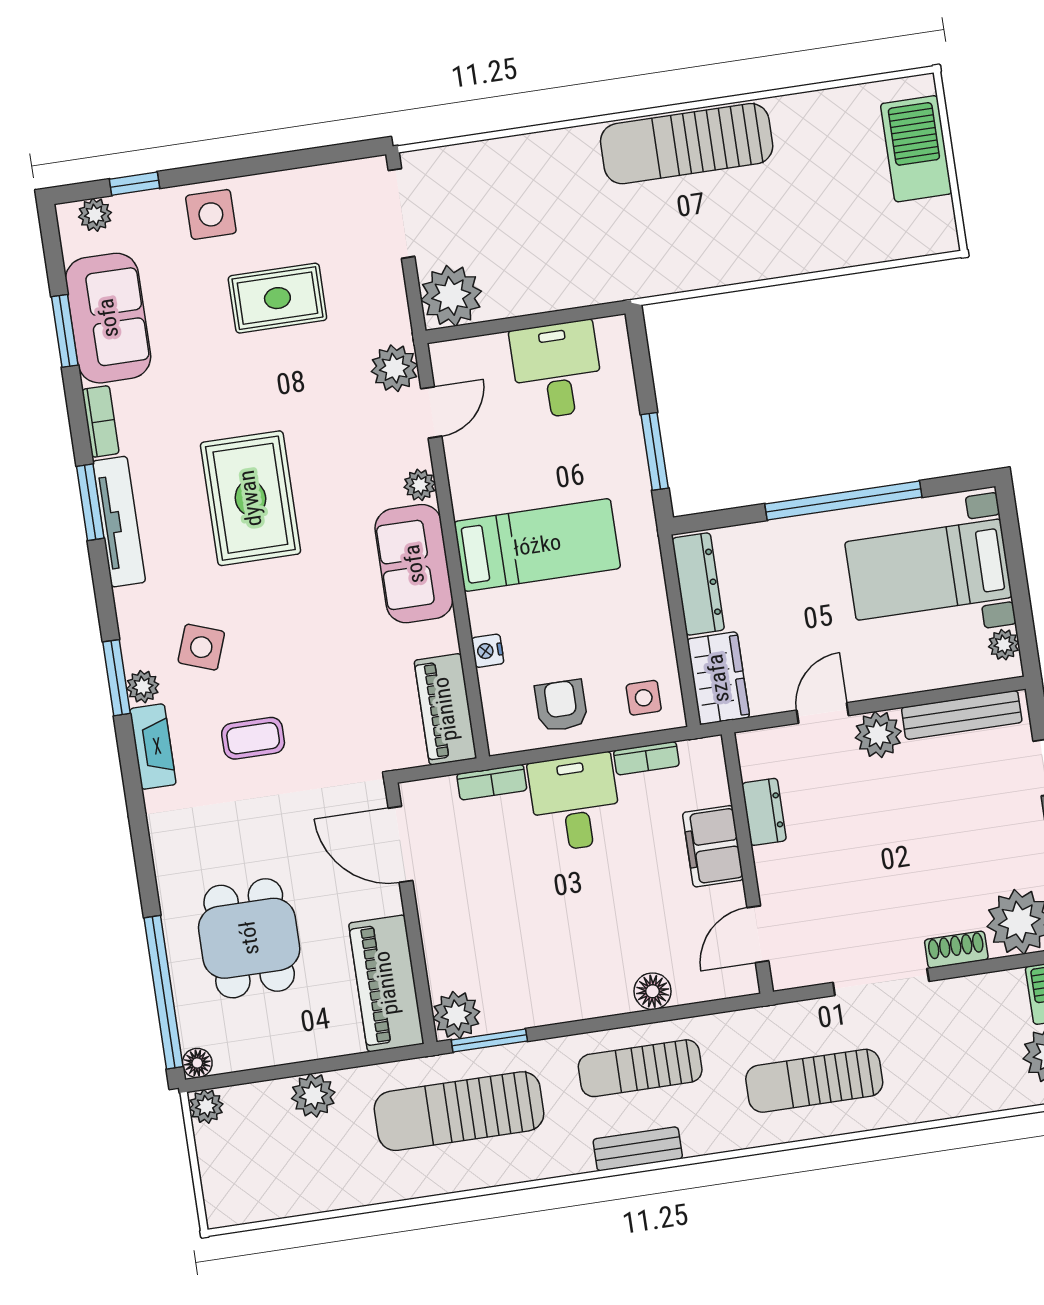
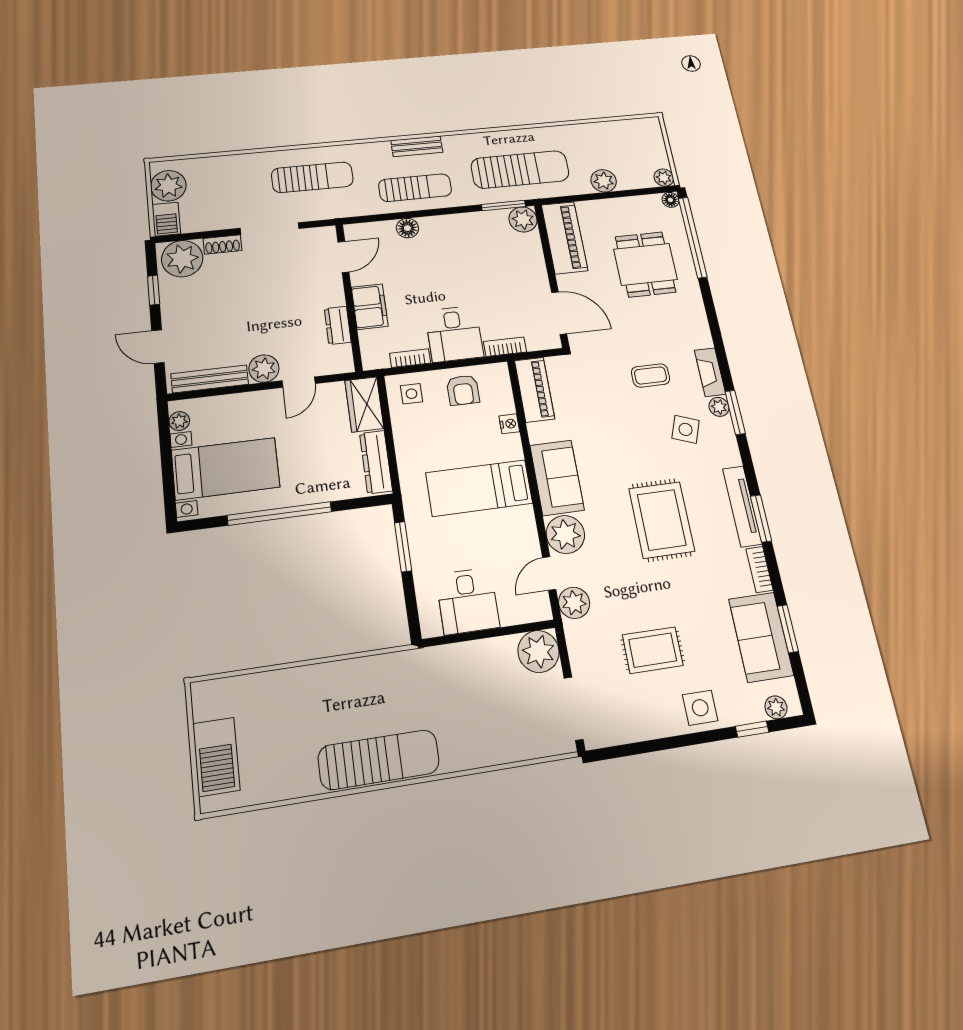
plant: (420, 485) -> (565, 534), width x1.88, depth x1.88

